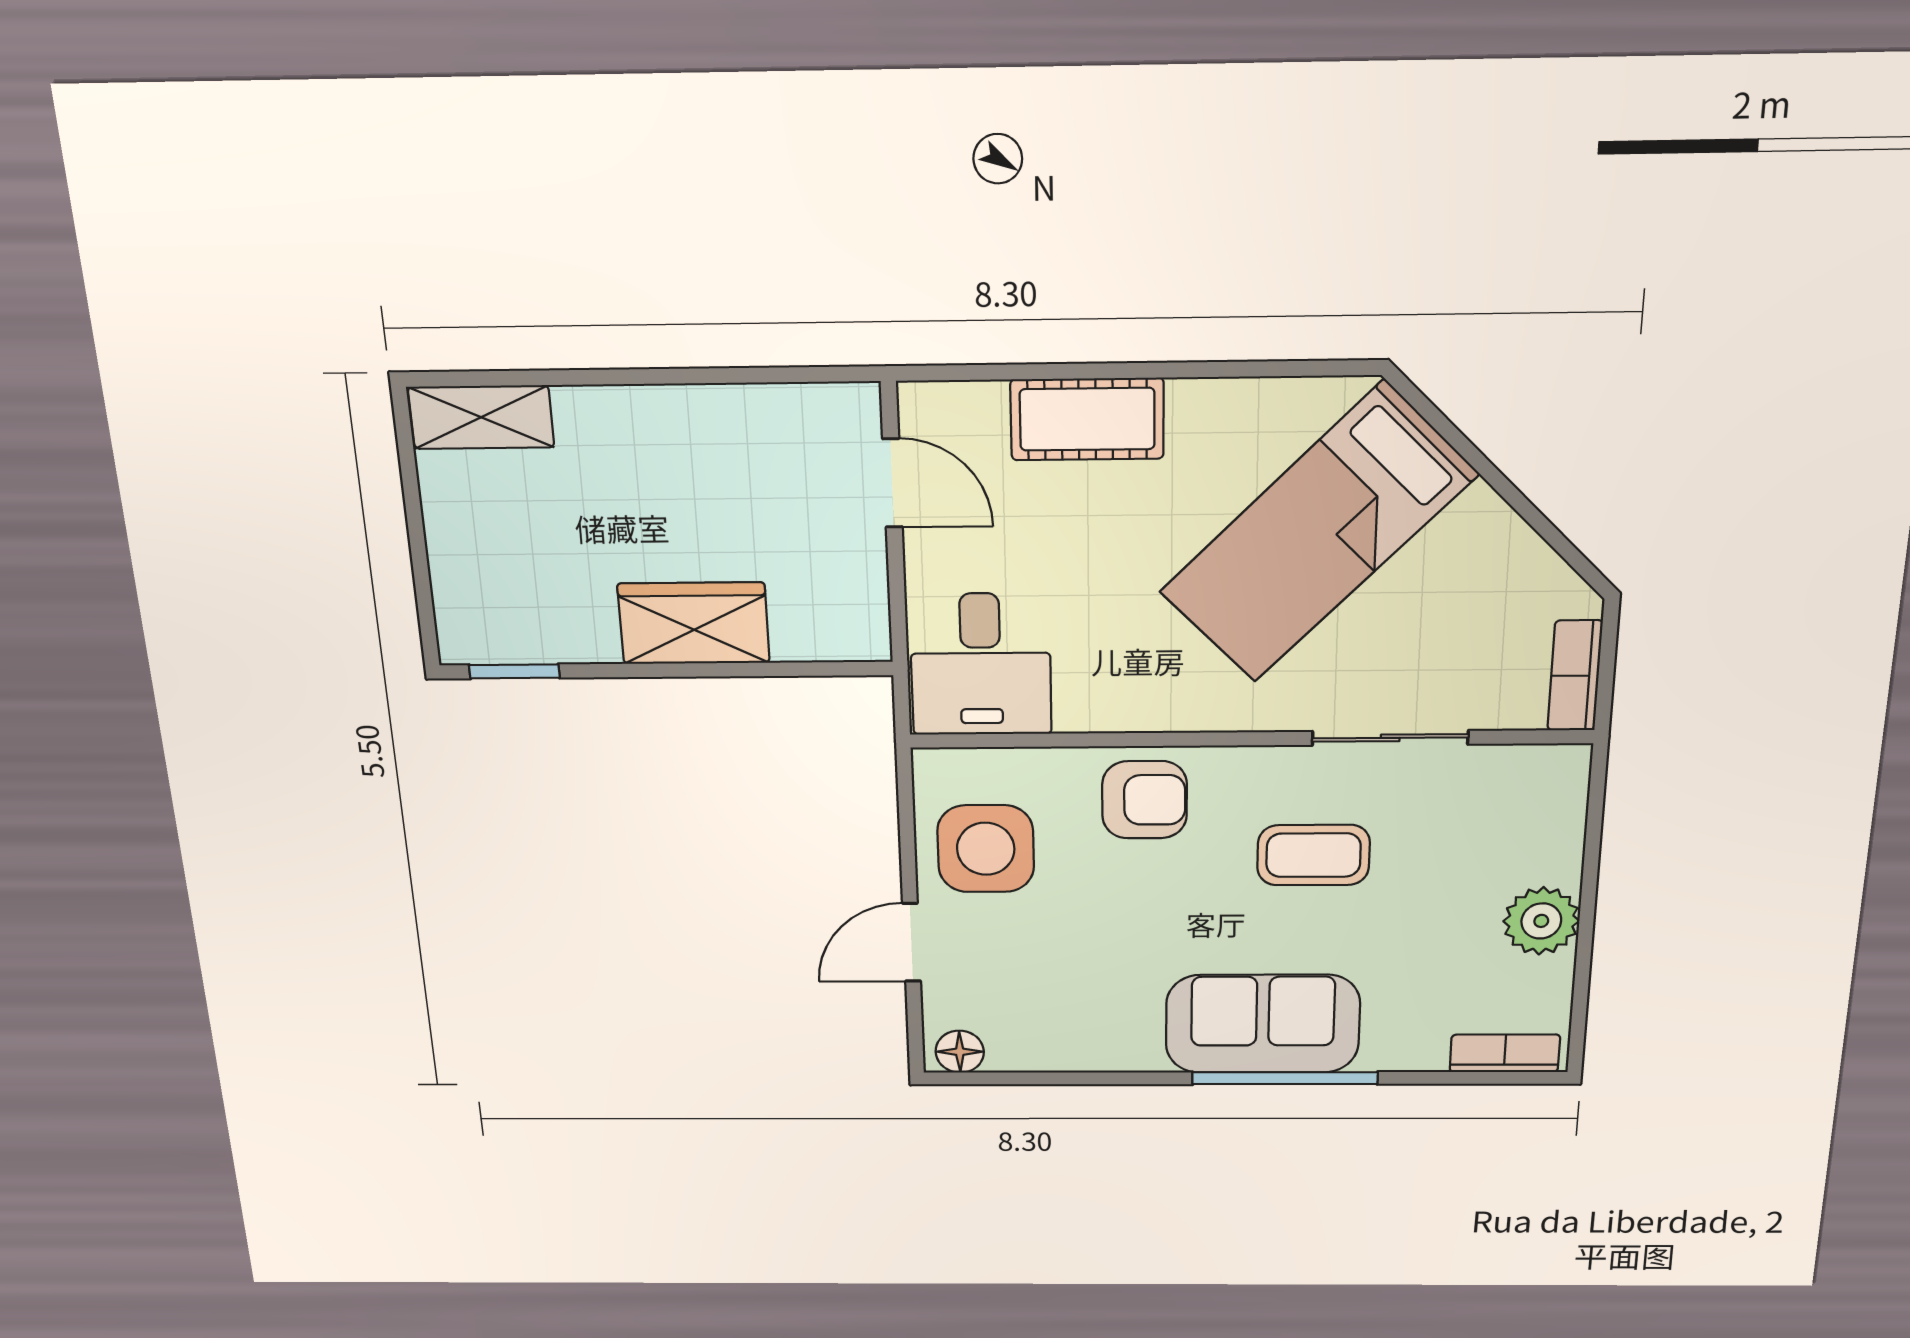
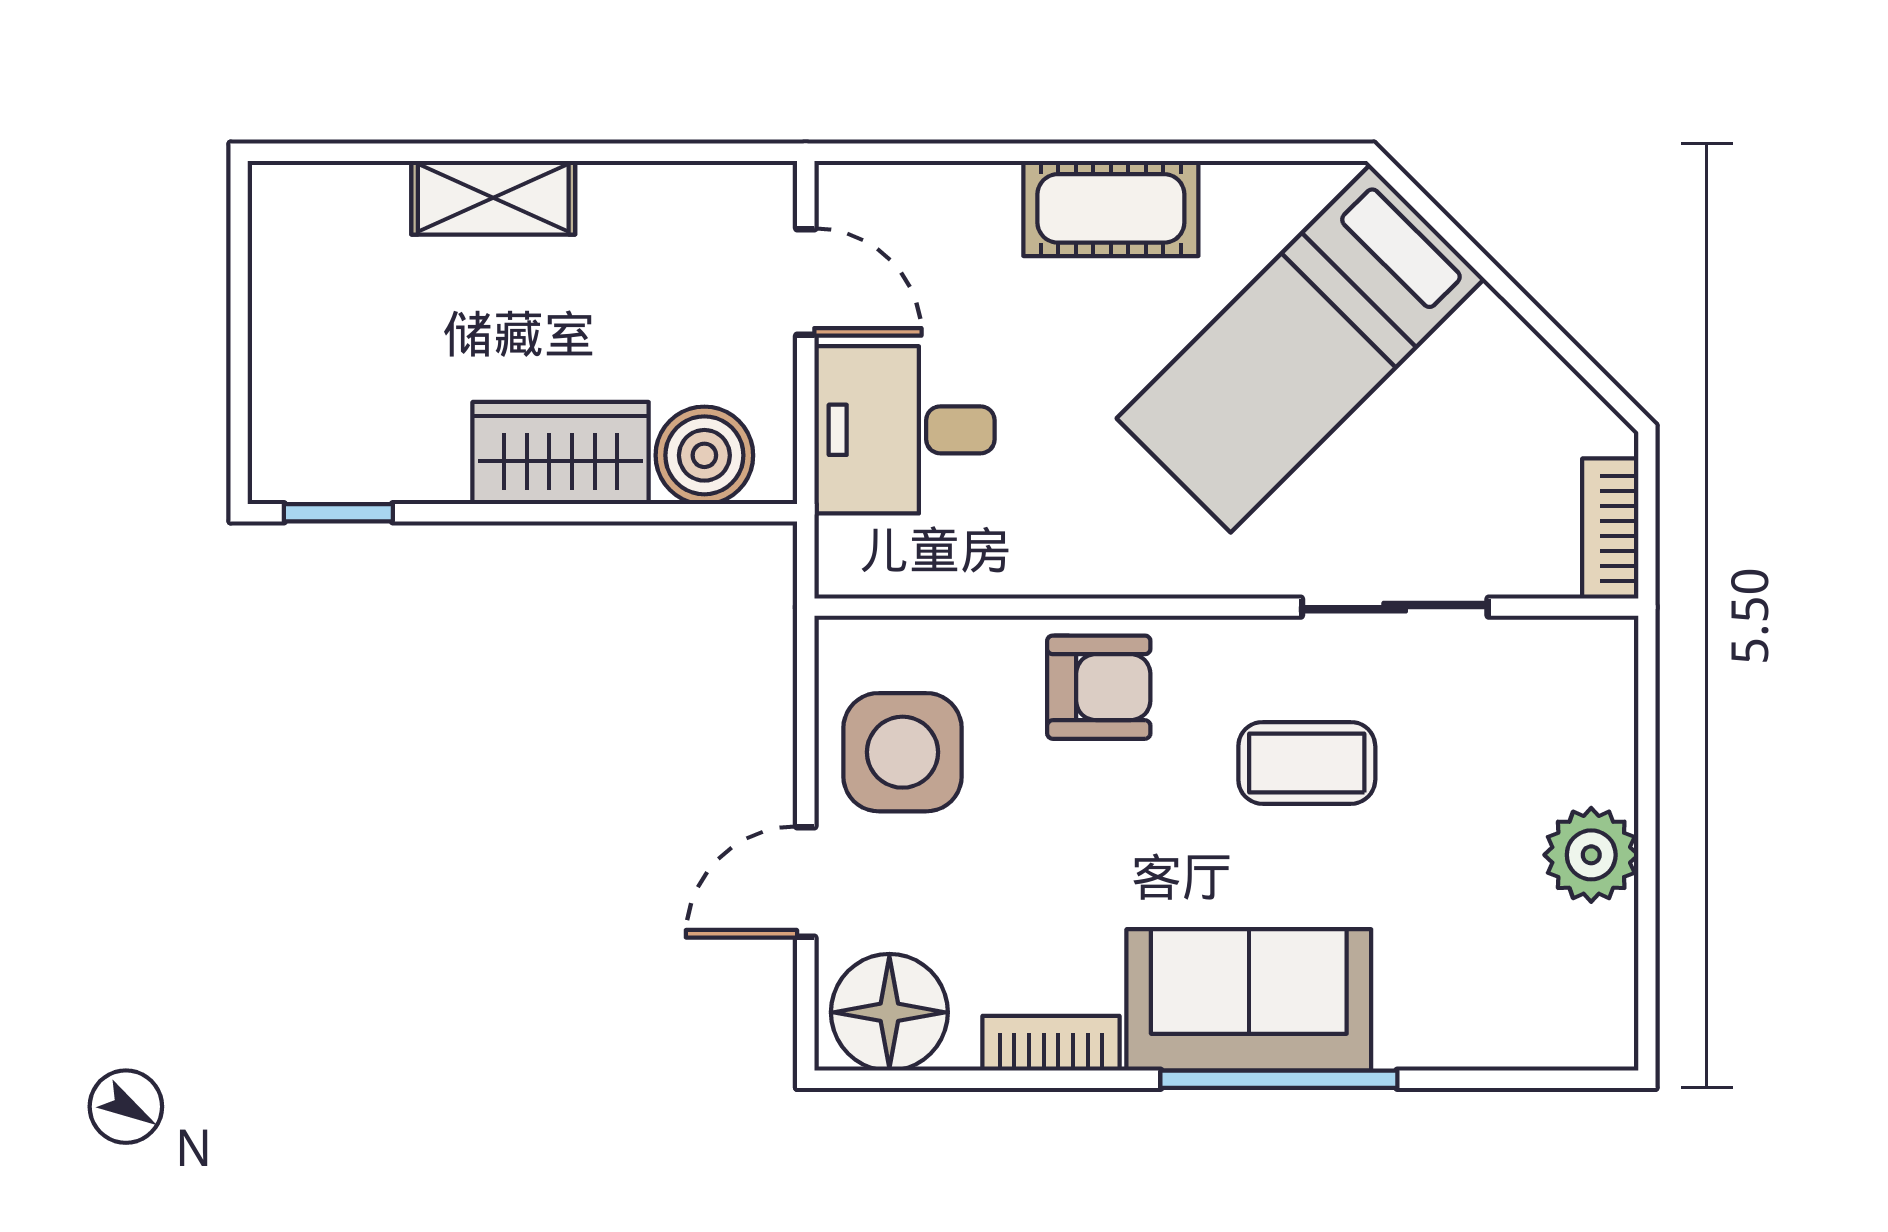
shelving: (481, 417) -> (493, 198), moved
cot: (1087, 419) -> (1111, 208), moved
boiler: (814, 624) -> (704, 455), added
desk: (981, 664) -> (904, 430), moved, turned 90
floor lamp: (960, 1052) -> (889, 1012), width x1.89, depth x1.89
bookcase: (1505, 1053) -> (1051, 1043), moved

